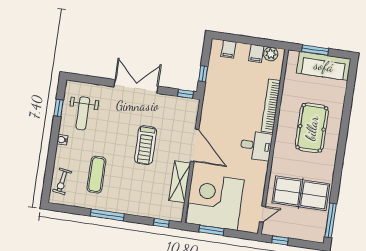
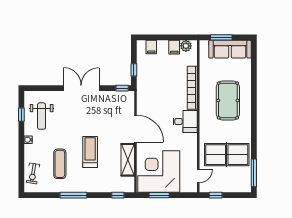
treadmill: (146, 145) -> (90, 152), moved, turned 180

